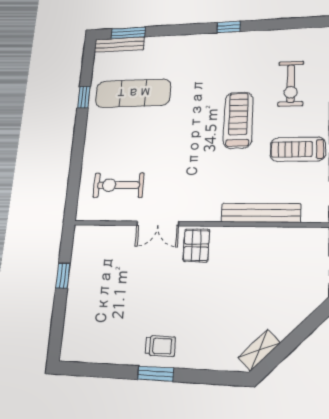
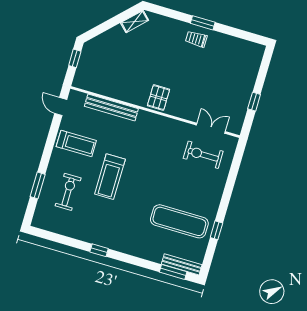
exercise bike: (118, 185) -> (203, 155), turned 180
double door: (158, 223) -> (211, 128), moved

